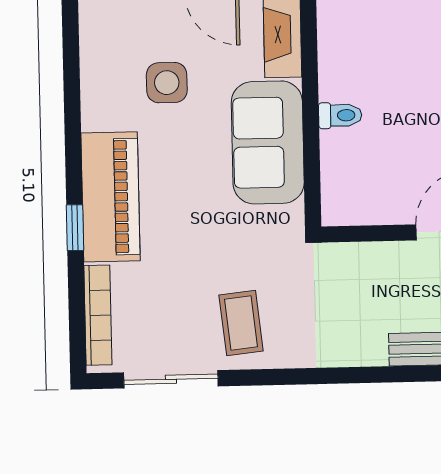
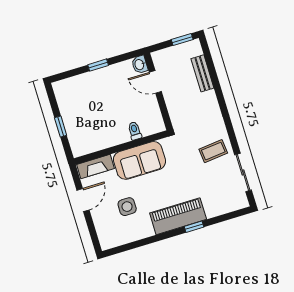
toilet: (340, 115) -> (135, 131), moved
bookcase: (98, 315) -> (226, 208), removed

